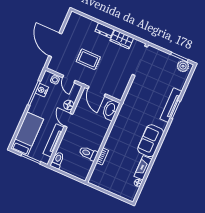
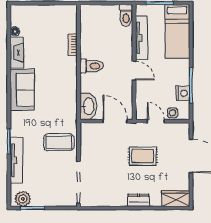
wardrobe: (122, 39) -> (176, 199), moved
coffee table: (141, 94) -> (59, 142), added
floor lamp: (69, 105) -> (142, 89), removed
tv unit: (171, 105) -> (16, 160), moved
toilet: (88, 153) -> (92, 66), moved

